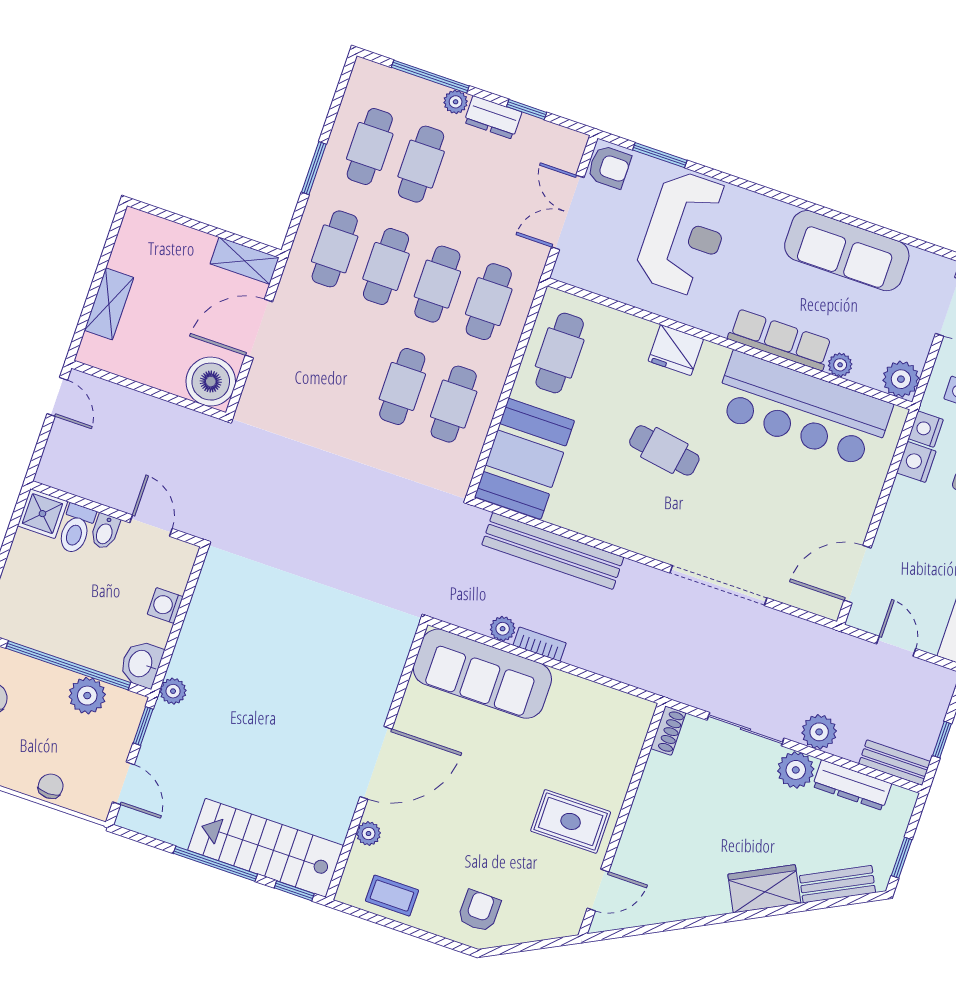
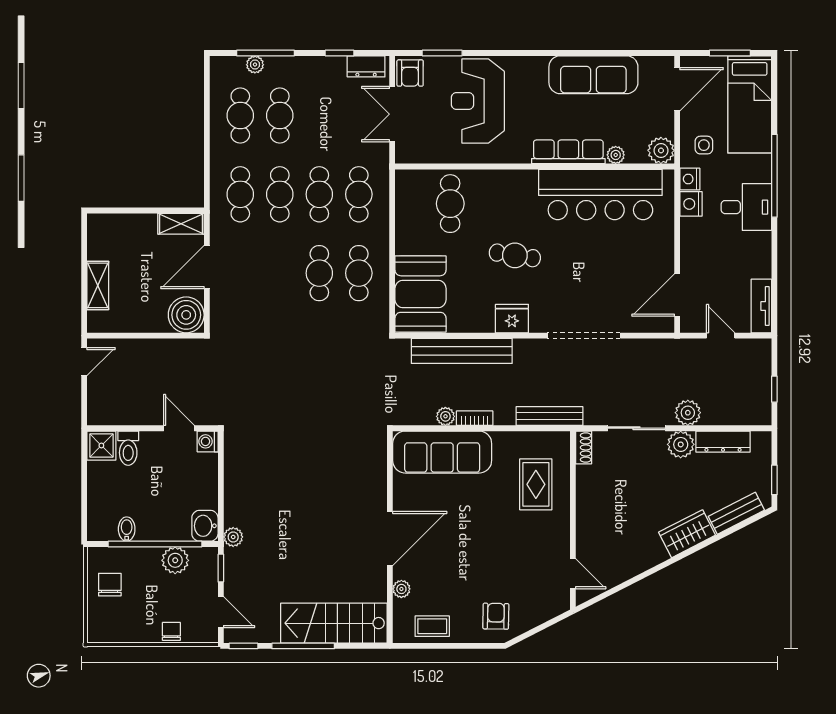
plant: (456, 102) -> (255, 65), moved
dresser: (493, 117) -> (366, 66), moved
armchair: (609, 167) -> (410, 73), turned 90
window: (314, 168) -> (207, 144), removed
reception desk: (685, 233) -> (478, 101), turned 180
fridge: (676, 350) -> (512, 319), moved, turned 180
cafe table: (560, 353) -> (450, 204), moved
door: (57, 397) -> (84, 362), hinge flipped
bidet: (105, 532) -> (127, 529), moved, turned 180
washing machine: (165, 605) -> (208, 441), moved
bench: (895, 763) -> (549, 416), moved, width x1.36
rug: (571, 821) -> (536, 484), moved, turned 90
door: (598, 890) -> (573, 574), hinge flipped
window: (294, 891) -> (243, 646), moved

